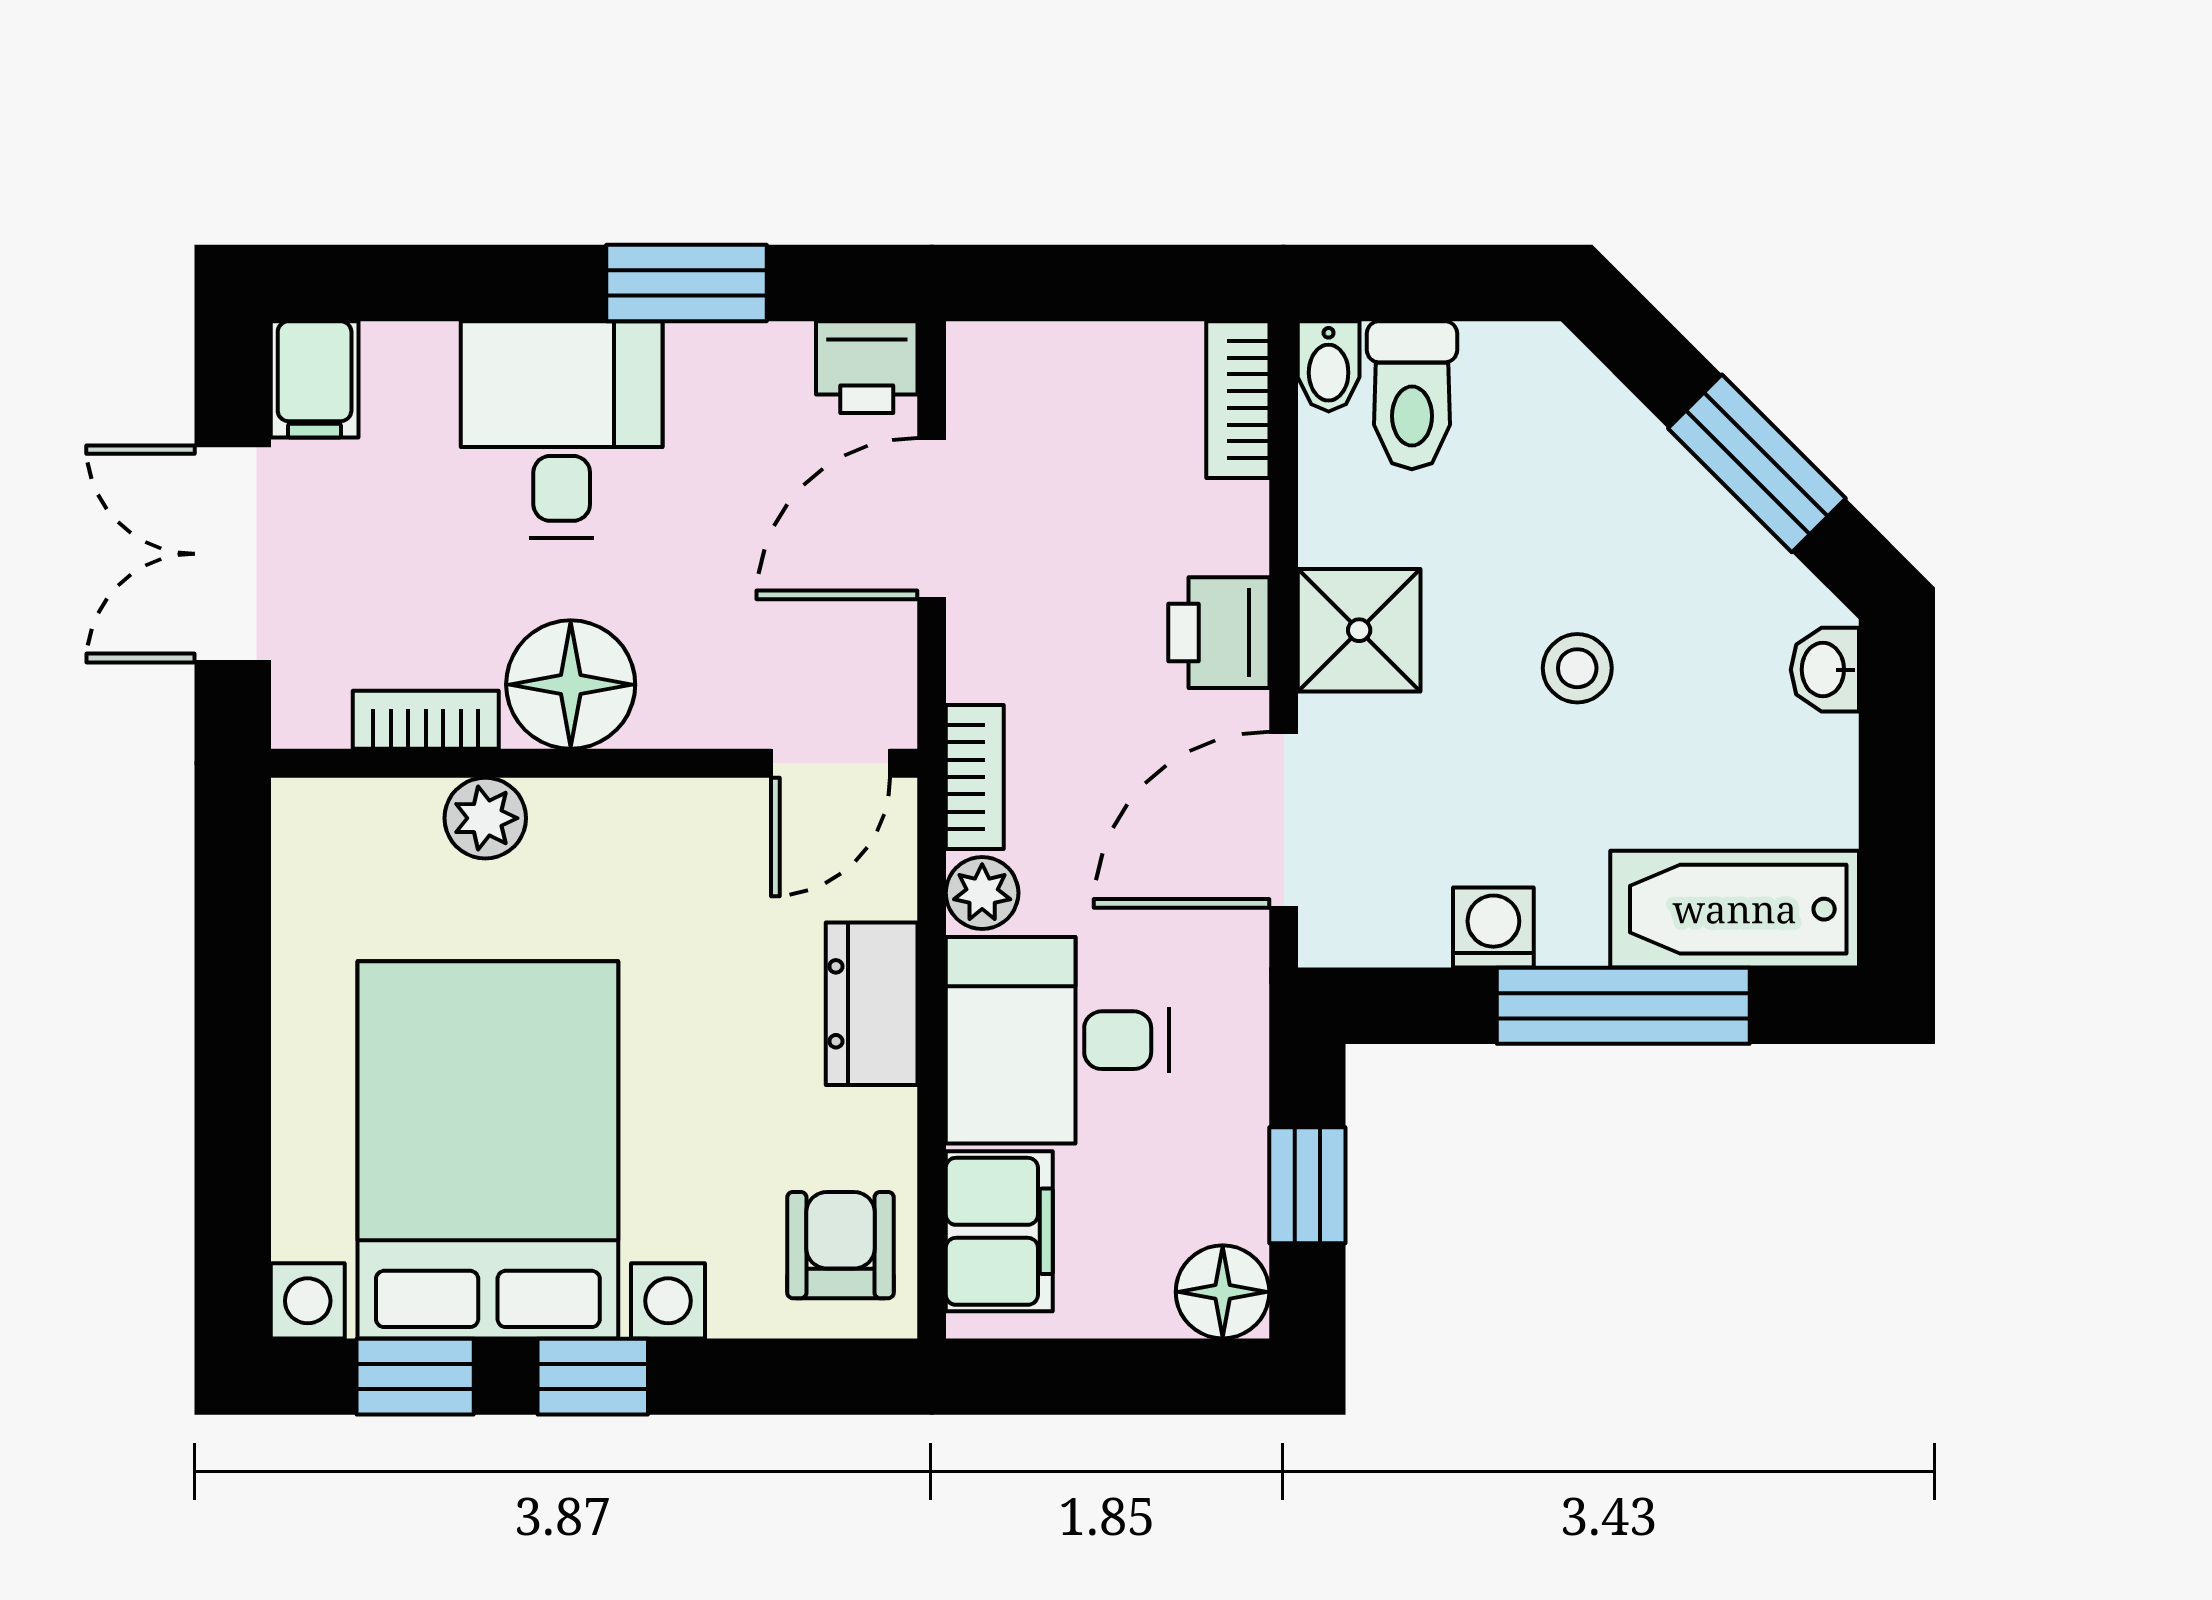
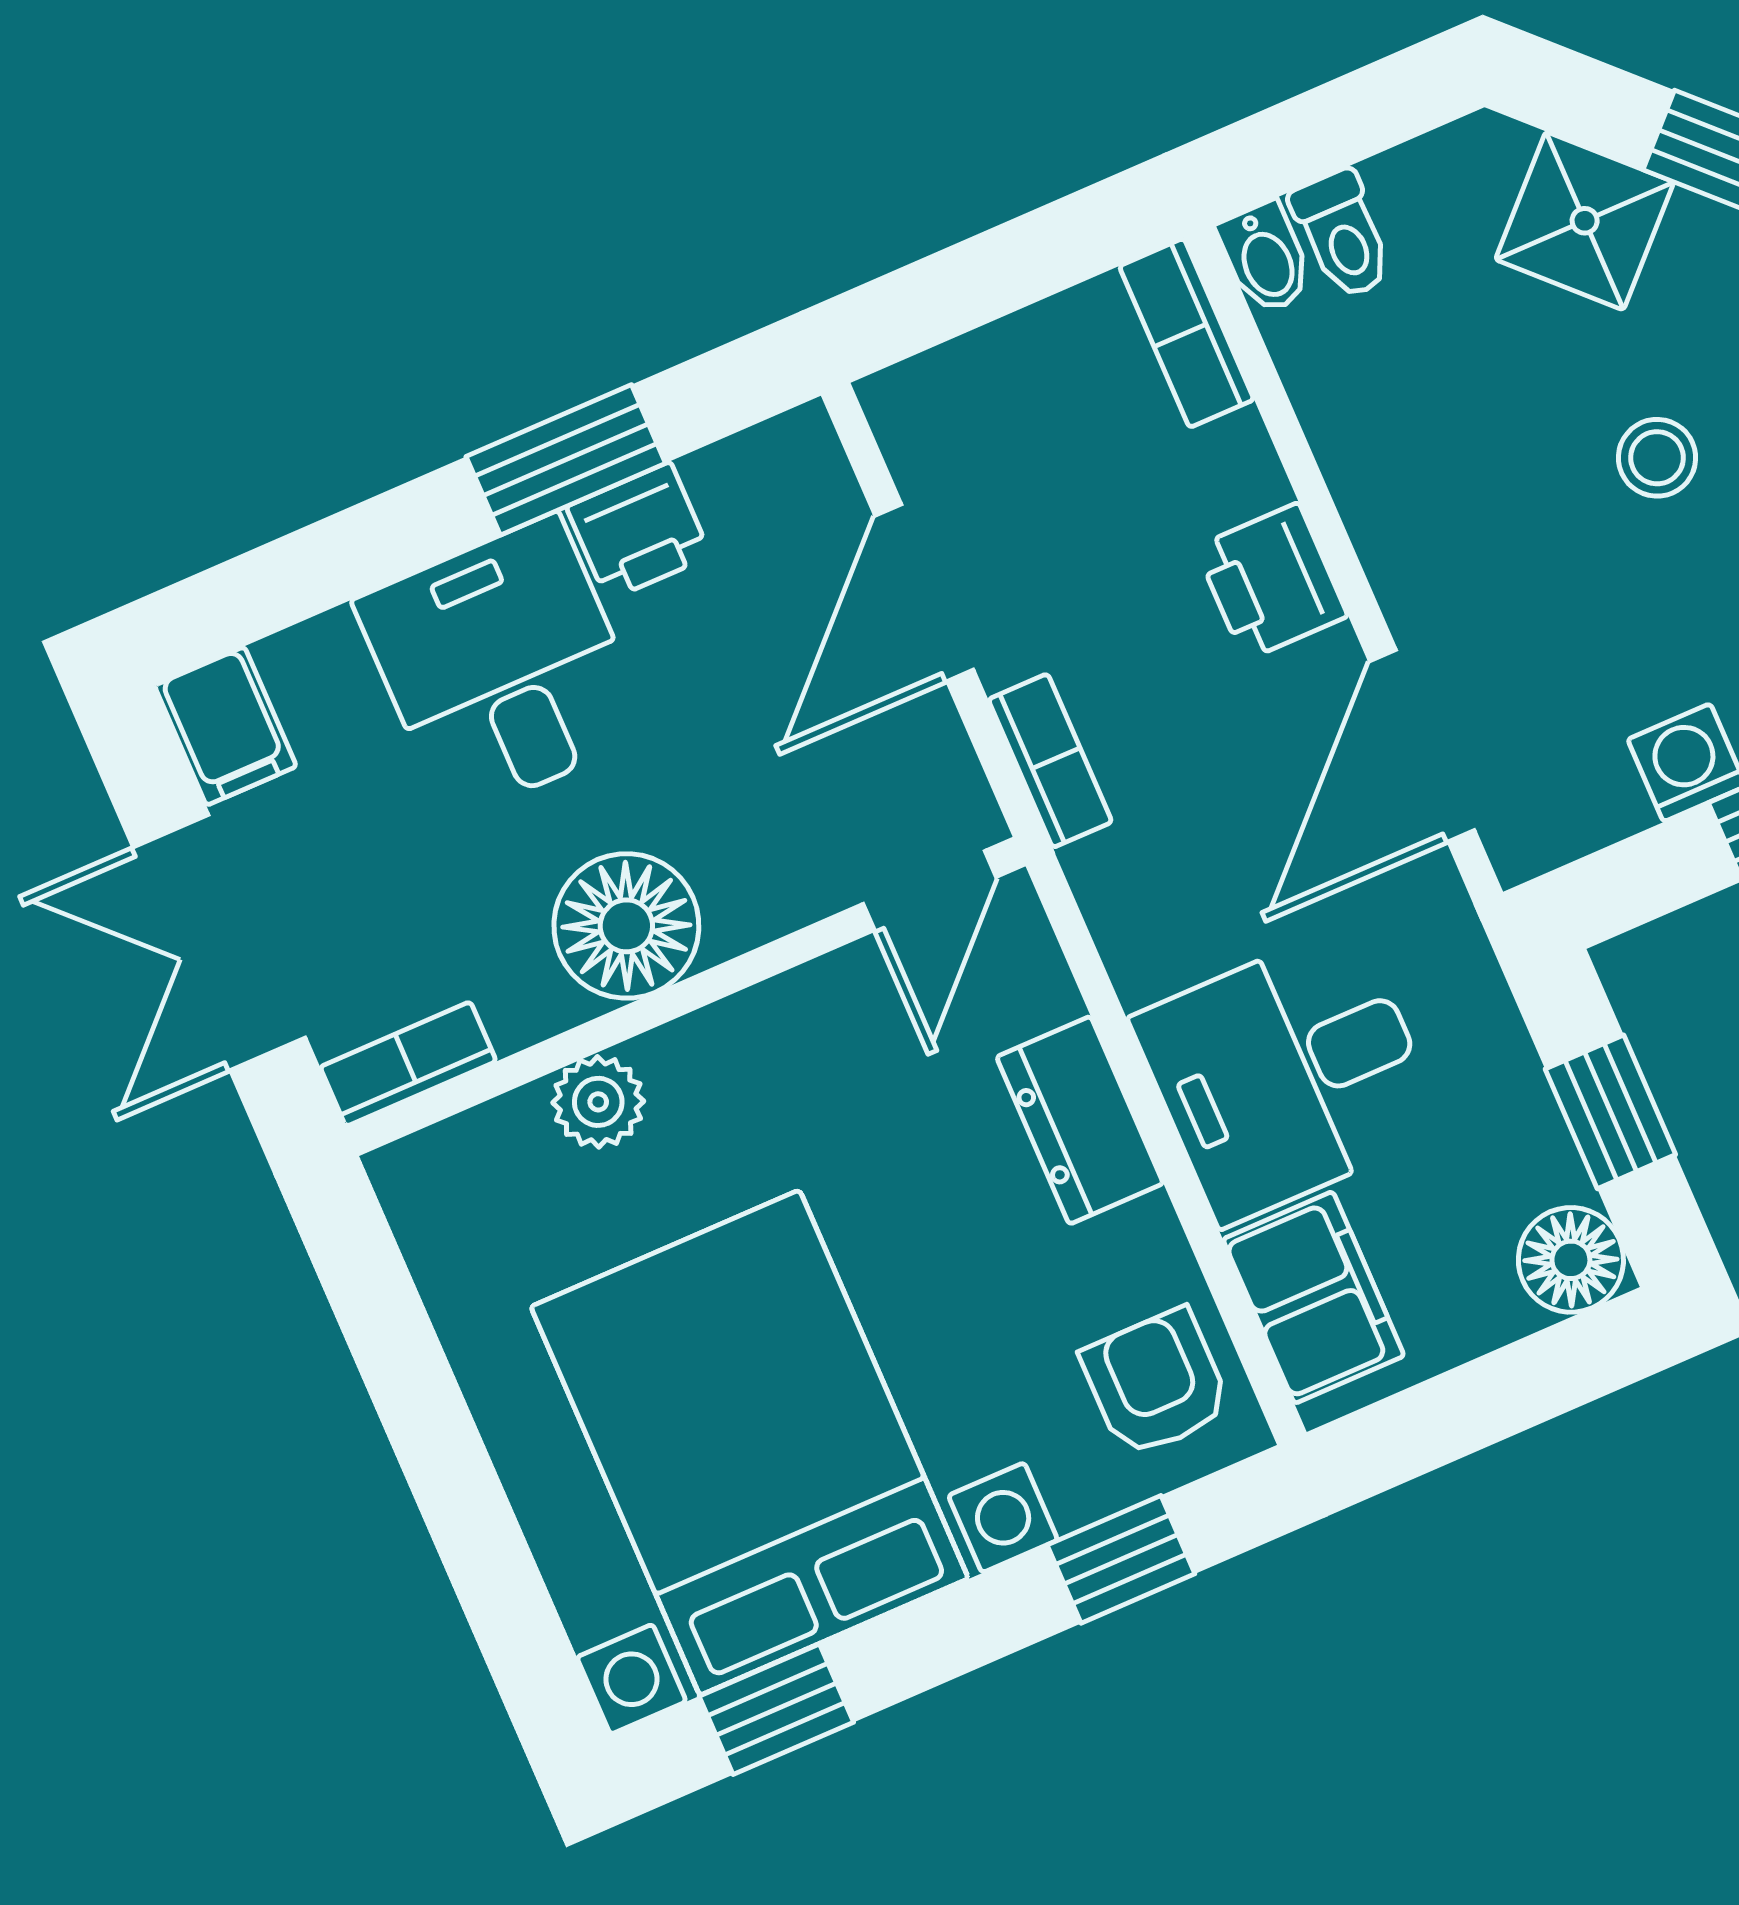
printer: (867, 367) -> (639, 531), moved
toilet: (1412, 395) -> (1342, 235), width x0.73, depth x0.72
shower: (1359, 630) -> (1585, 221), moved, turned 45
bookcase: (426, 720) -> (408, 1064), moved
bookcase: (975, 777) -> (1050, 761), moved
plant: (982, 893) -> (1144, 956), removed
window: (593, 1377) -> (1121, 1559), moved

